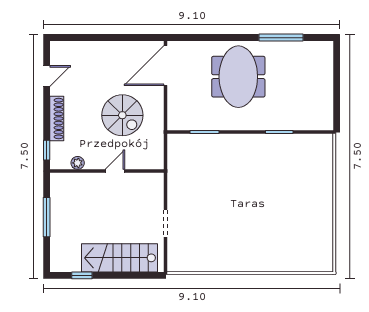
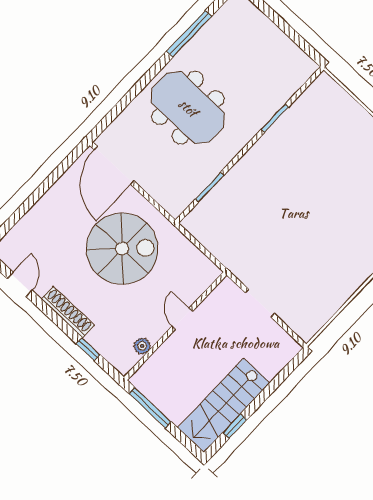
spiral stairs: (122, 115) -> (122, 249), width x1.37, depth x1.37
plant: (78, 163) -> (142, 346), moved
wall: (107, 171) -> (175, 326), moved
door: (115, 171) -> (182, 319), moved
stairs: (119, 258) -> (224, 405), moved

